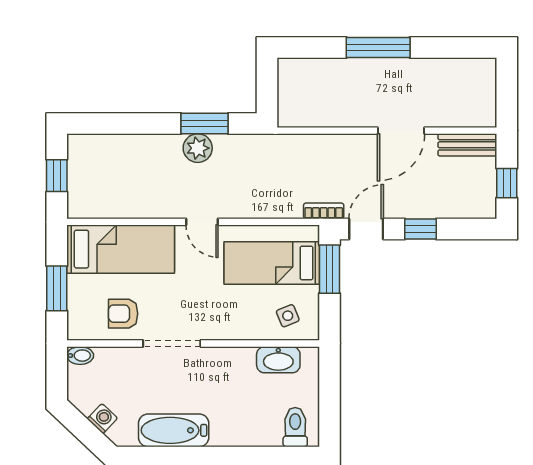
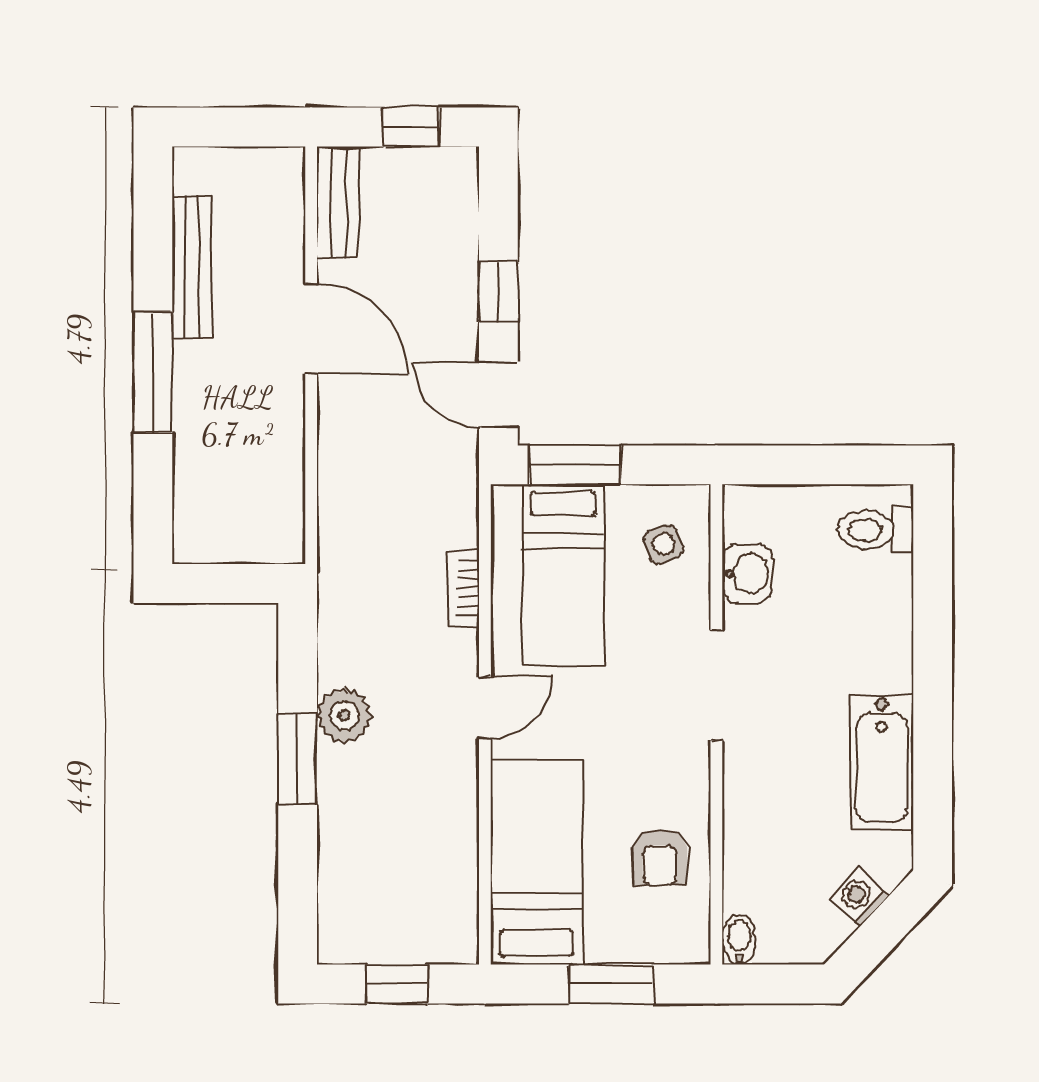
bench: (433, 68) -> (192, 267), added
window: (205, 124) -> (298, 759), moved
bookcase: (324, 211) -> (464, 588), moved
doorway: (172, 343) -> (716, 685), moved
washbasin: (278, 360) -> (747, 574), width x0.72

